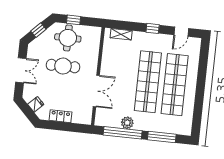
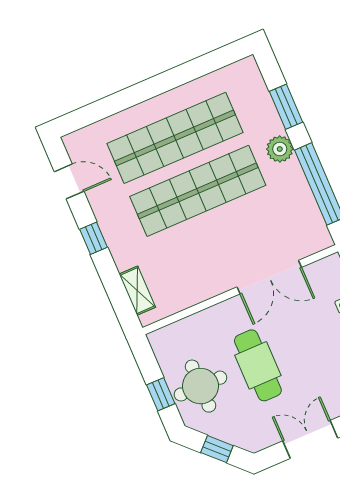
double door: (96, 91) -> (269, 277), swing flipped
plant: (127, 123) -> (280, 149), moved
window: (162, 137) -> (286, 107), width x0.69

